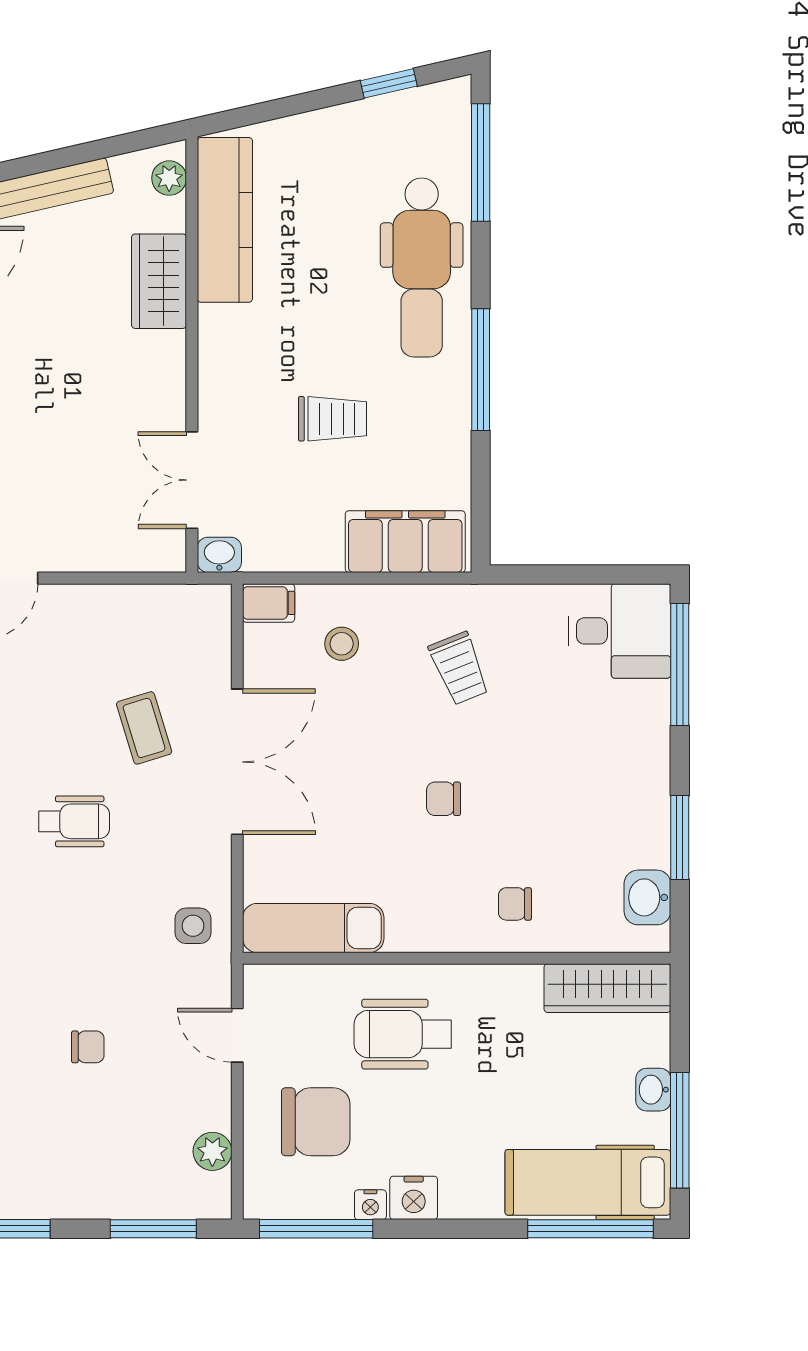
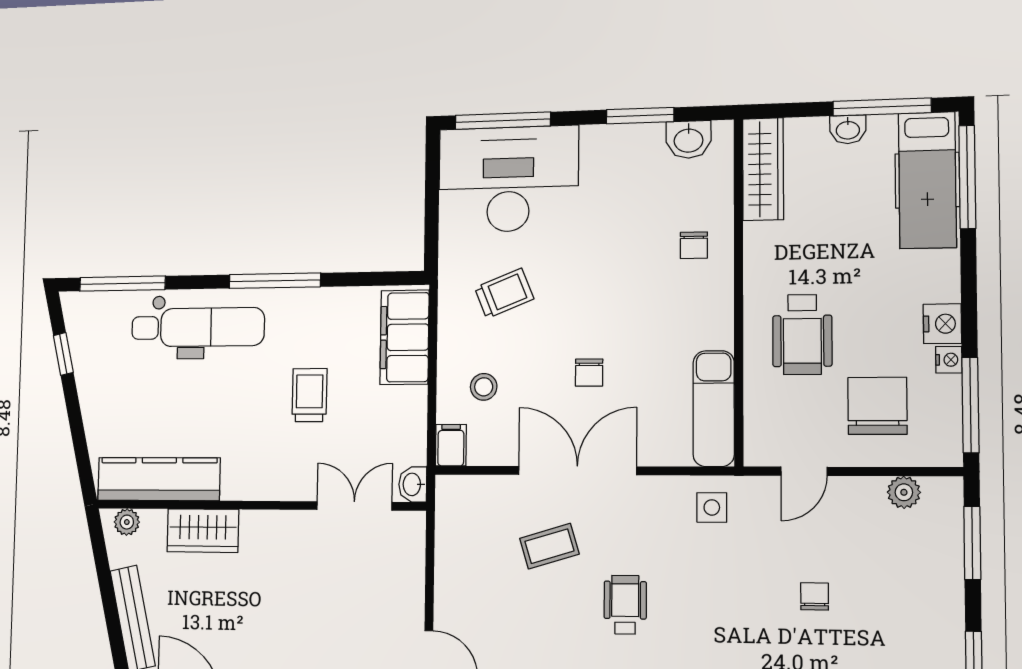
double door: (192, 480) -> (354, 506), swing flipped
desk: (620, 631) -> (508, 179), width x1.87, depth x1.30
chair: (444, 799) -> (589, 373), moved

